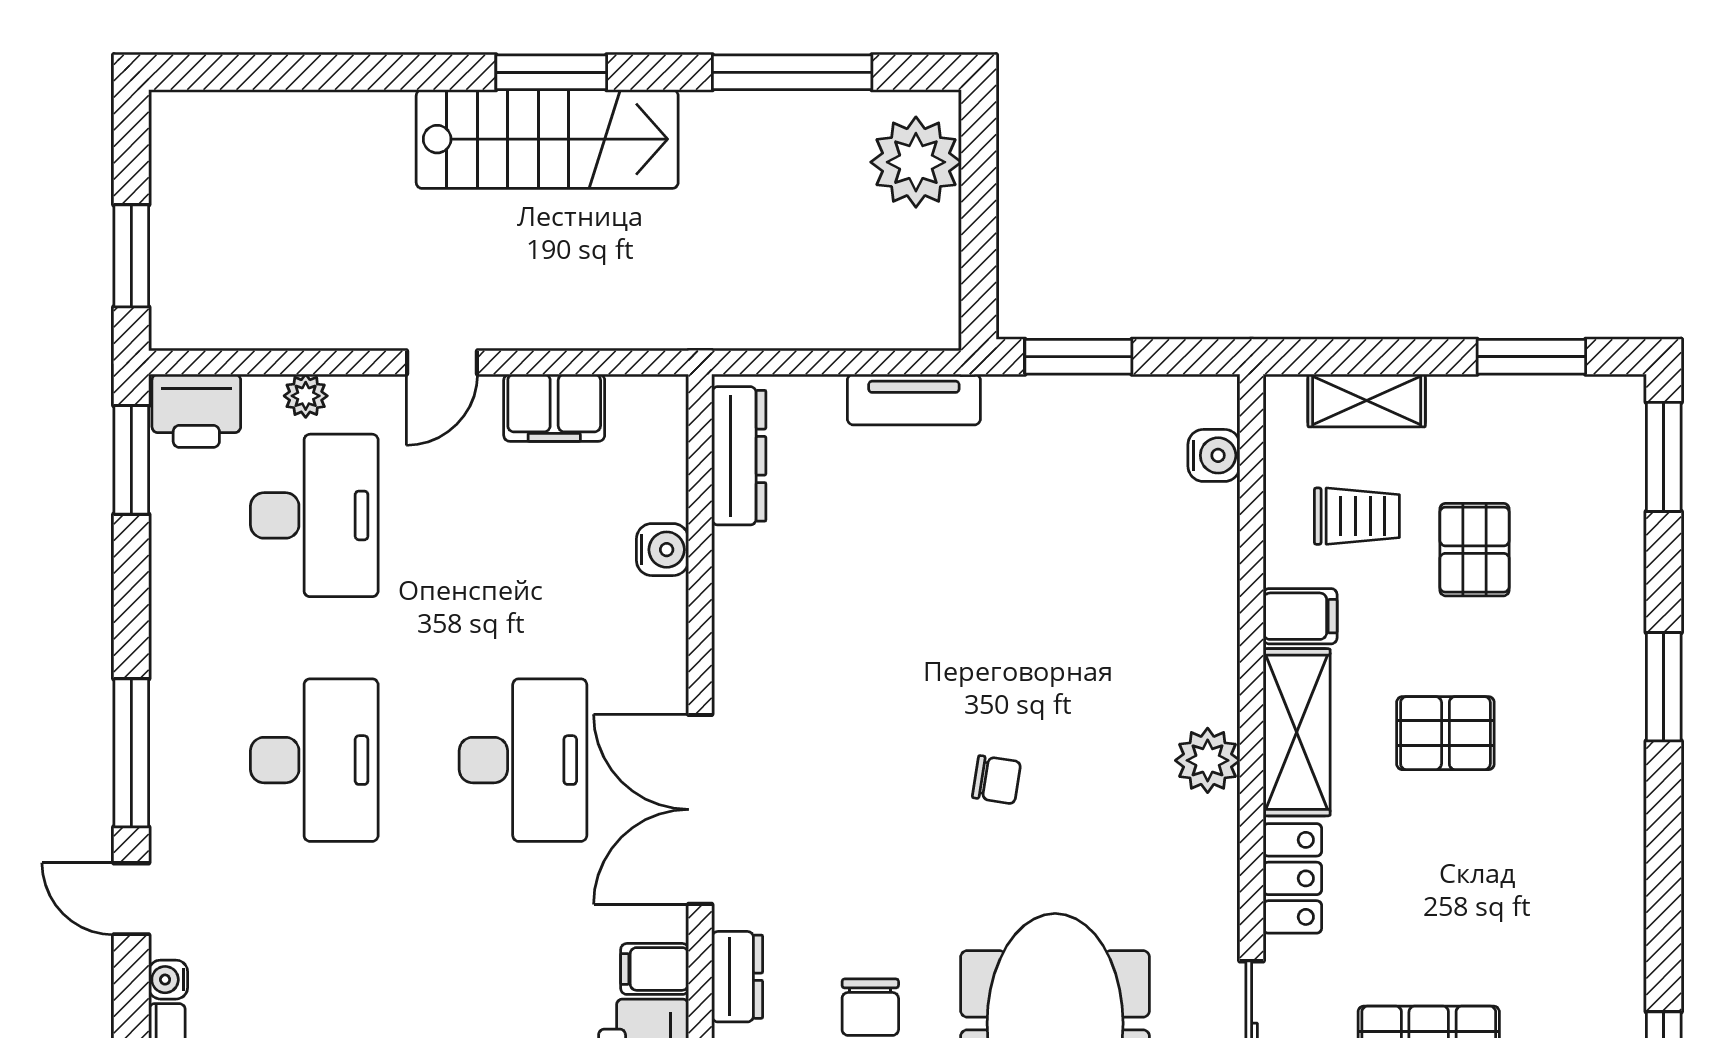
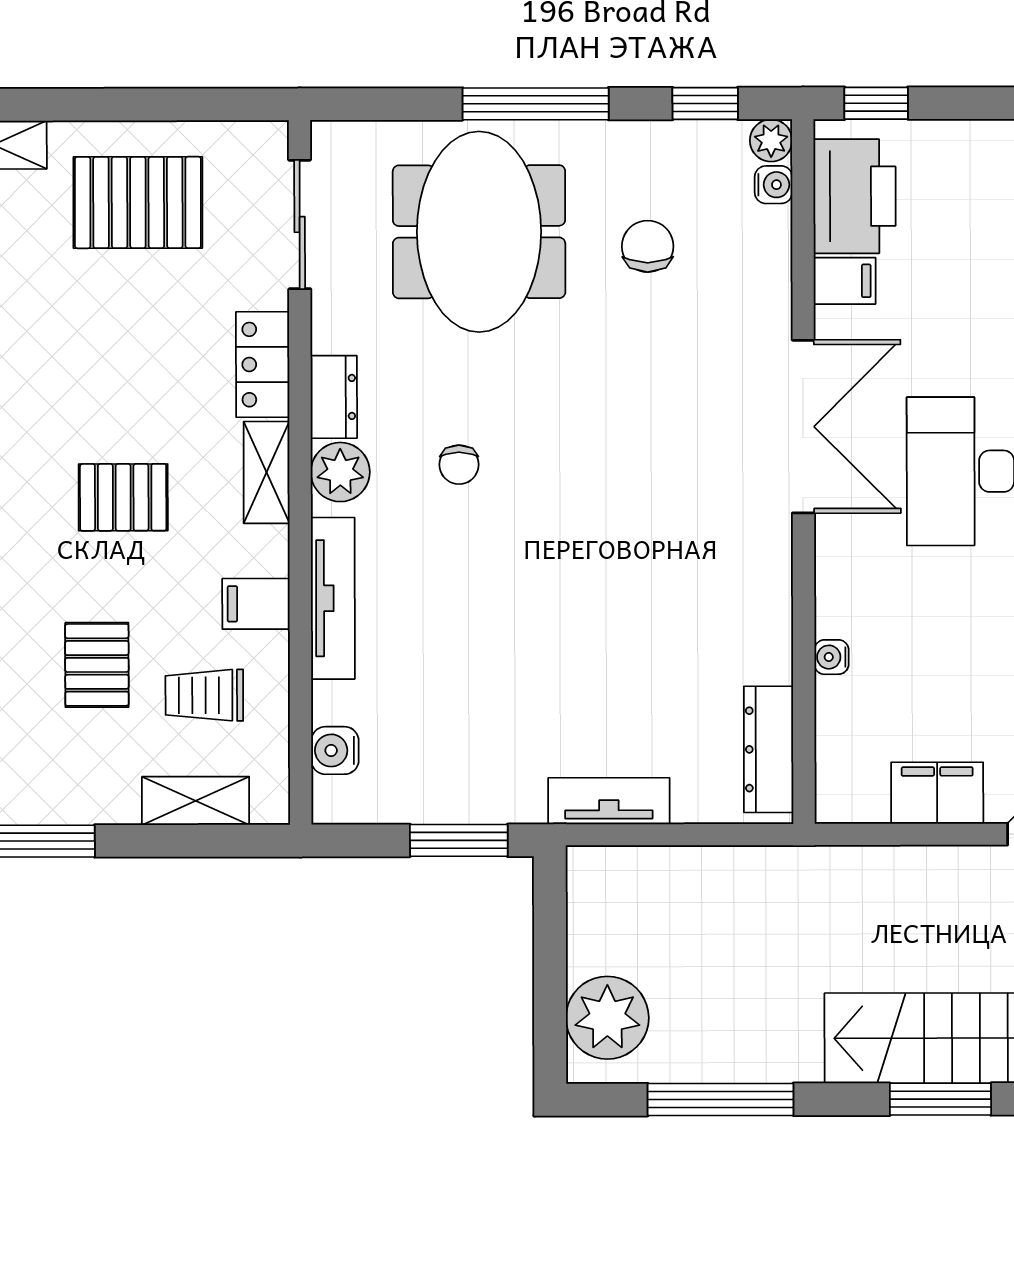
water cooler: (662, 550) -> (832, 657), width x0.72, depth x0.72
tv unit: (1216, 622) -> (333, 598), added
shelving: (1297, 732) -> (267, 472), width x0.67, depth x0.75
chair: (997, 780) -> (459, 465), moved, turned -99
dresser: (737, 977) -> (334, 397), moved, turned 180

